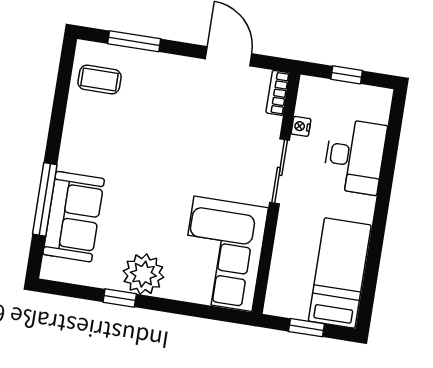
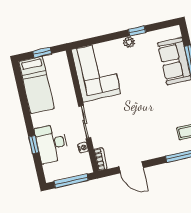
window: (347, 75) -> (71, 181), width x2.17
window: (388, 167) -> (34, 145), added
plant: (143, 274) -> (129, 42), width x0.53, depth x0.53

